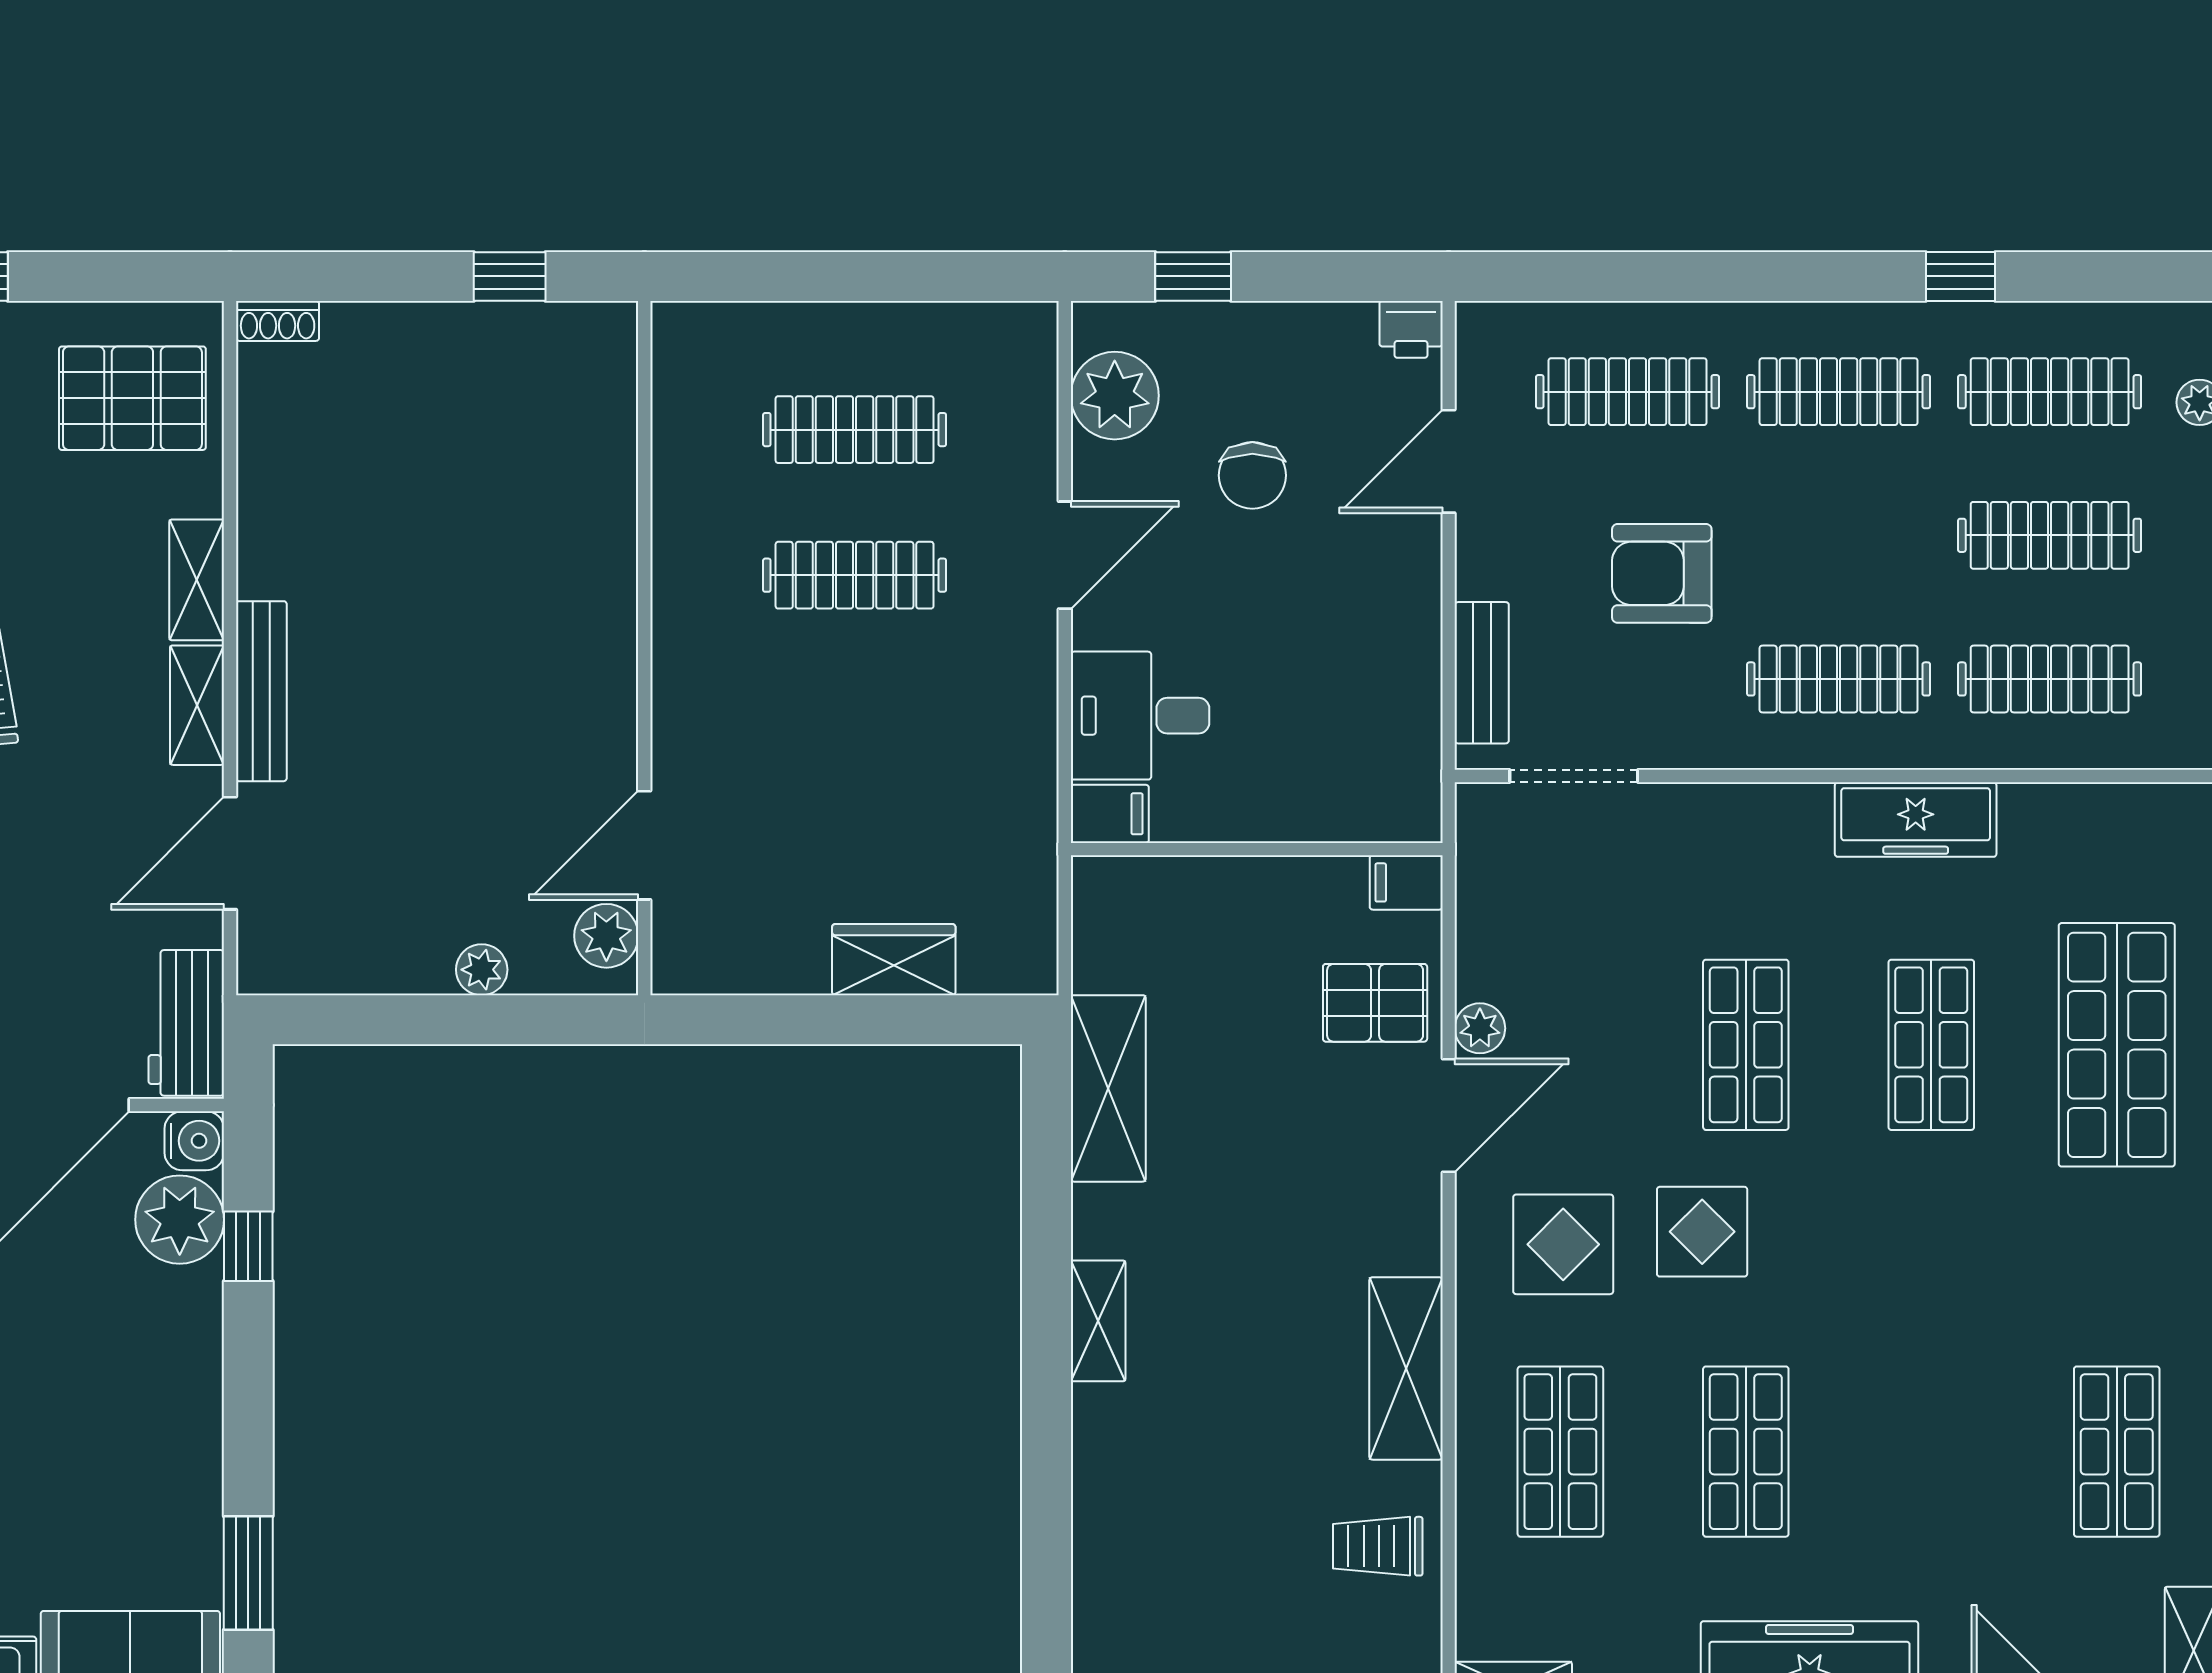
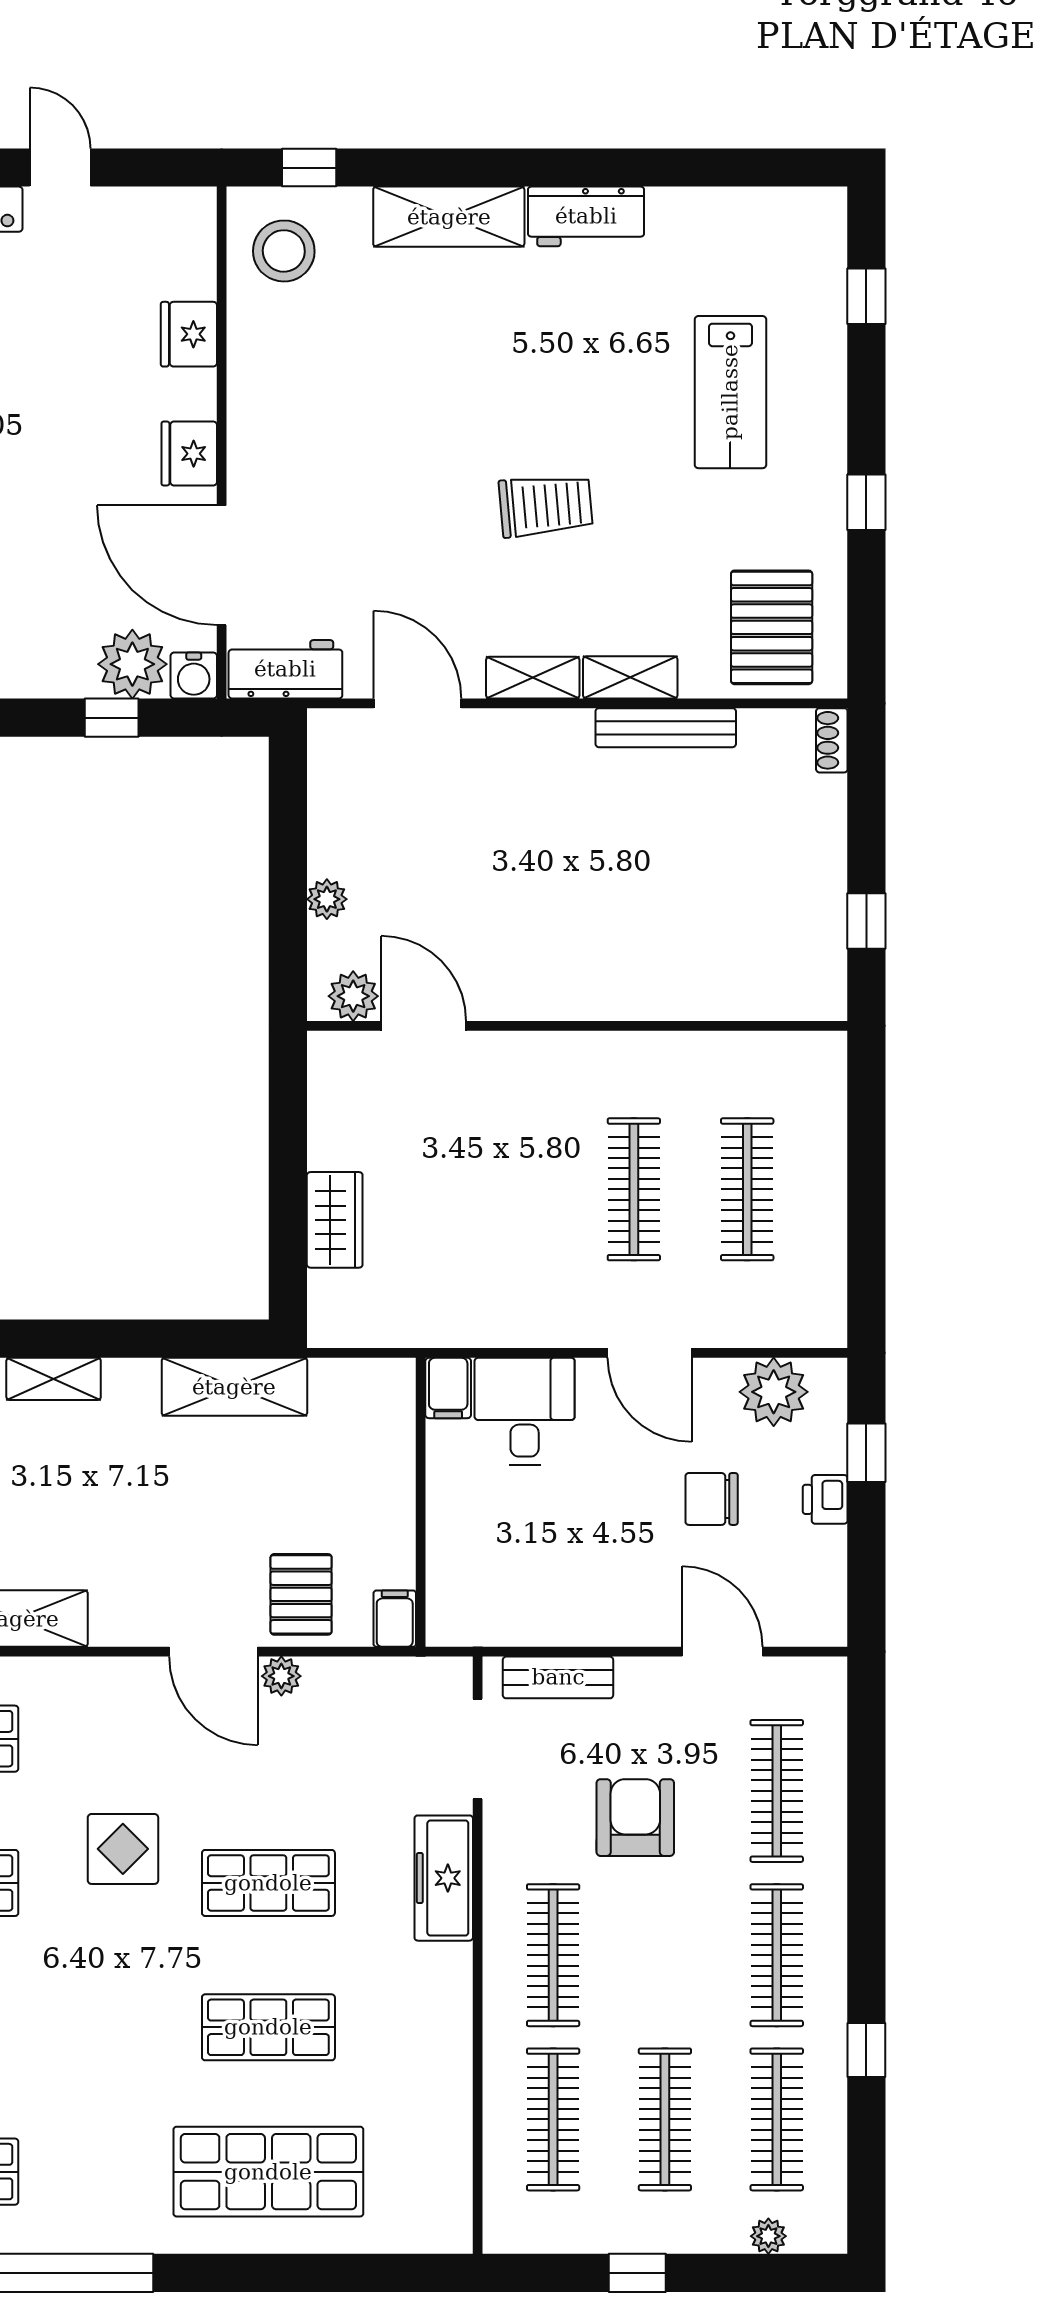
printer: (1411, 329) -> (825, 1499), moved
bench: (261, 691) -> (666, 728), moved
freezer: (1916, 820) -> (444, 1878), moved
display table: (1563, 1244) -> (113, 1741), removed

